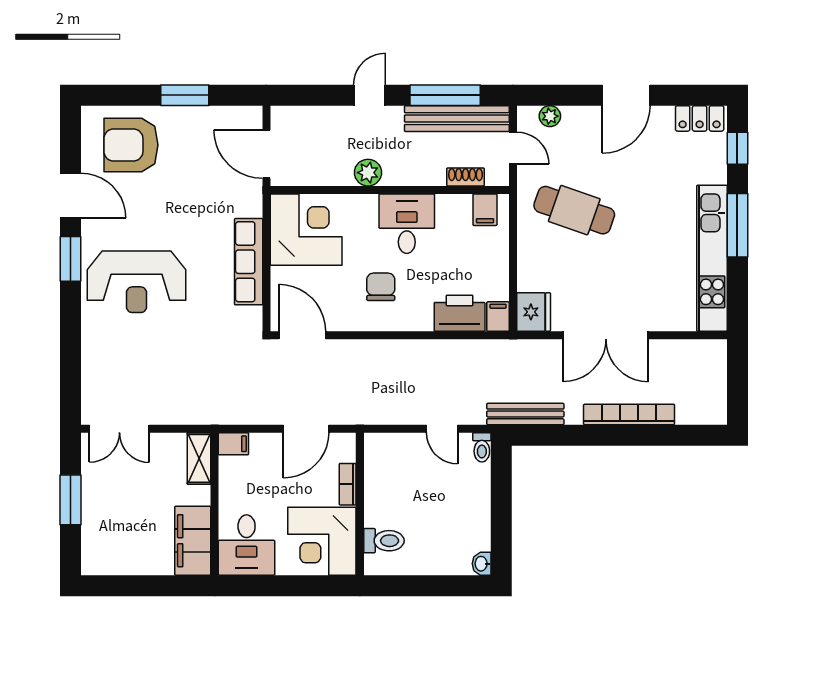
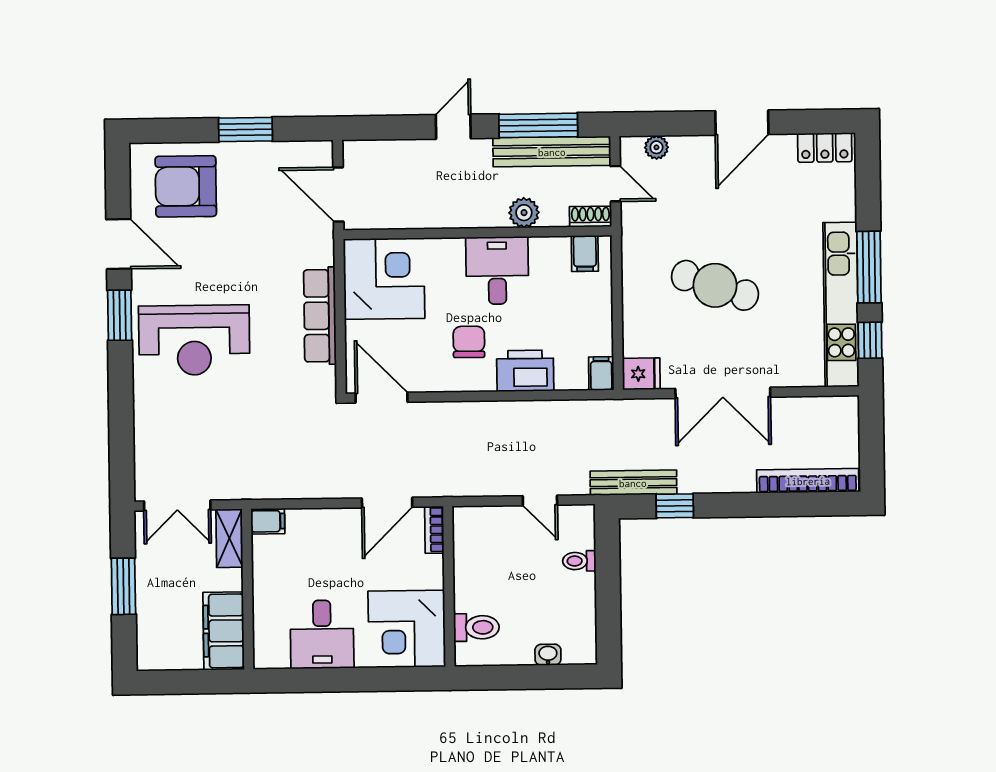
window: (737, 148) -> (870, 340), moved
plant: (368, 173) -> (524, 213), moved
shoe rack: (466, 177) -> (590, 217), moved
cafe table: (574, 210) -> (715, 285), moved
fridge: (534, 312) -> (641, 374), width x0.72
printer: (460, 313) -> (525, 371), moved
bookcase: (629, 414) -> (808, 481), moved
window: (562, 435) -> (675, 506), added
filing cabinet: (233, 444) -> (268, 521), moved
toilet: (482, 447) -> (579, 561), moved, turned 90
shelving: (199, 458) -> (229, 538), moved
bookcase: (348, 484) -> (434, 530), moved
wall: (215, 504) -> (248, 589), moved
filing cabinet: (193, 541) -> (224, 631), moved
washbasin: (482, 564) -> (548, 655), moved, turned 90

